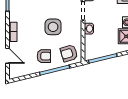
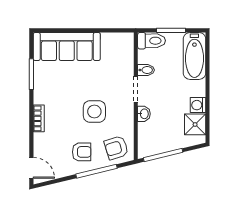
door: (7, 56) -> (31, 168), moved

